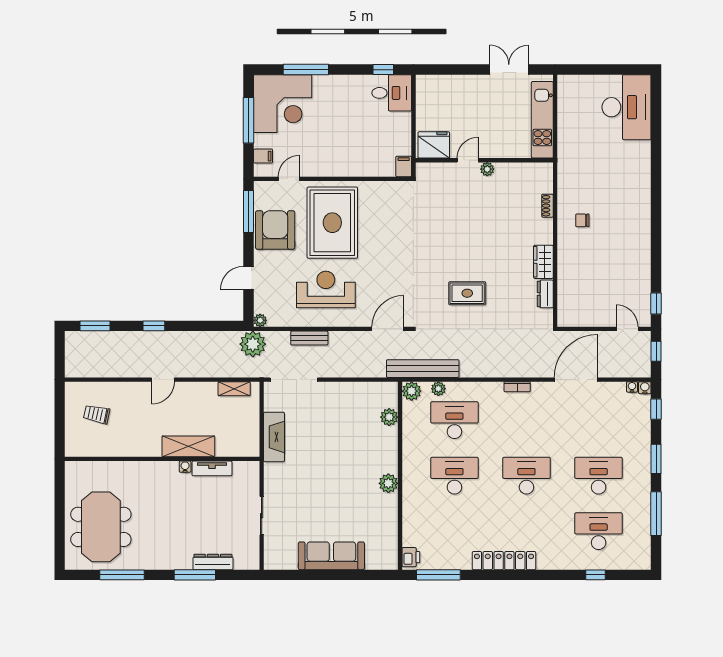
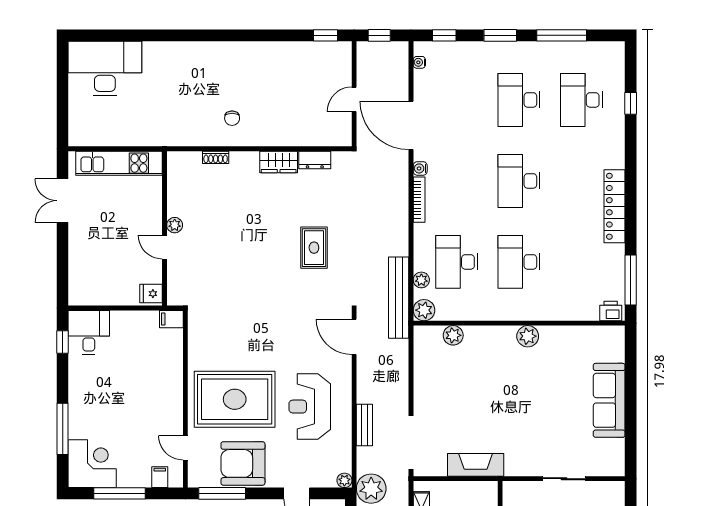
corner desk: (283, 104) -> (92, 464), width x0.74, depth x0.74
fridge: (434, 145) -> (151, 294), width x0.53, depth x0.75
door: (627, 329) -> (354, 99), moved
bookcase: (517, 387) -> (419, 200), width x1.56
water cooler: (645, 388) -> (420, 168), moved

